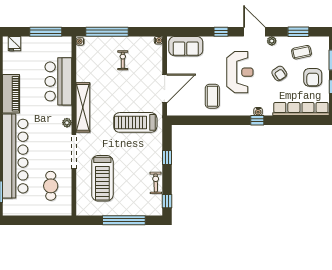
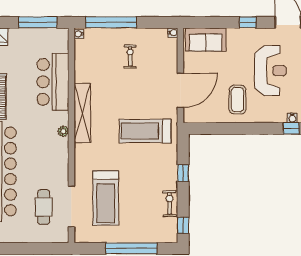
doorway: (74, 152) -> (71, 207), moved

